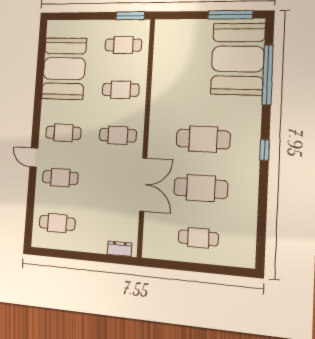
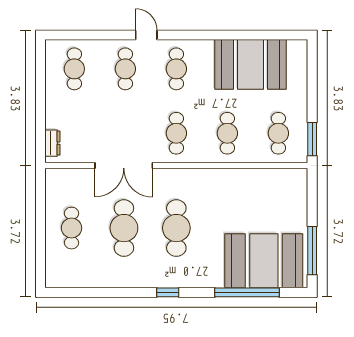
door: (34, 157) -> (146, 35), hinge flipped

